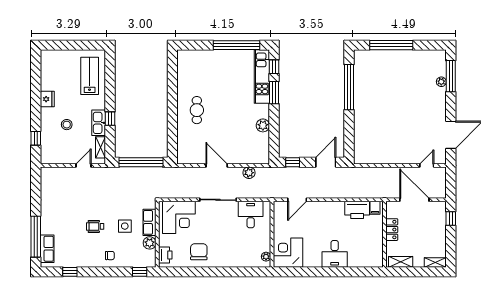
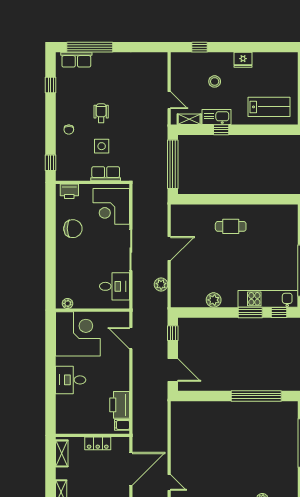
plant: (150, 243) -> (83, 174), removed
corner desk: (288, 253) -> (78, 334), width x1.36, depth x1.36

